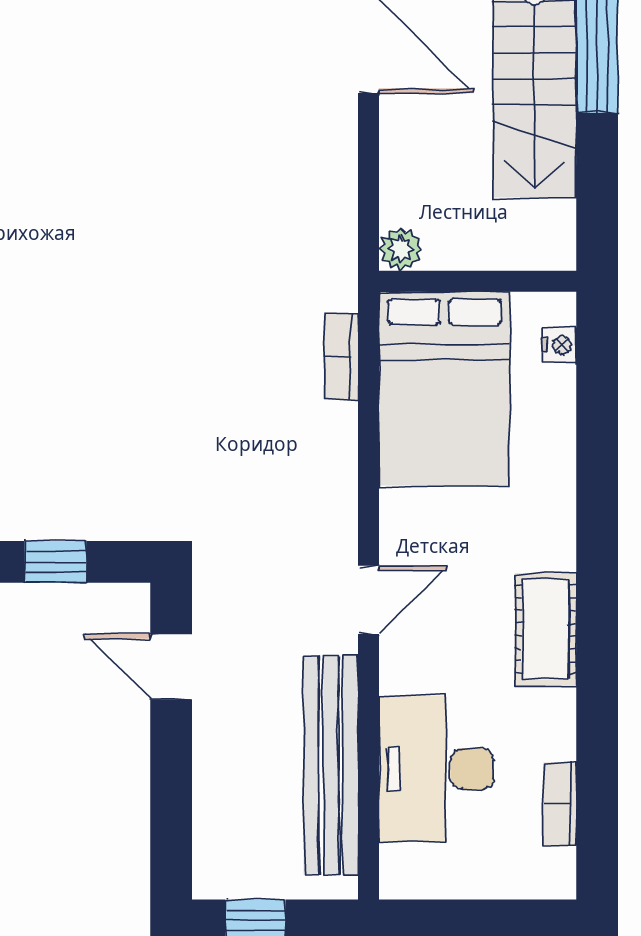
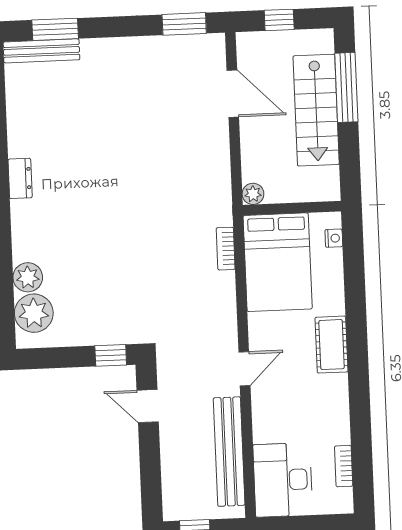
window: (55, 562) -> (111, 355), moved
cot: (546, 630) -> (332, 345), moved
desk: (436, 769) -> (283, 480), moved

